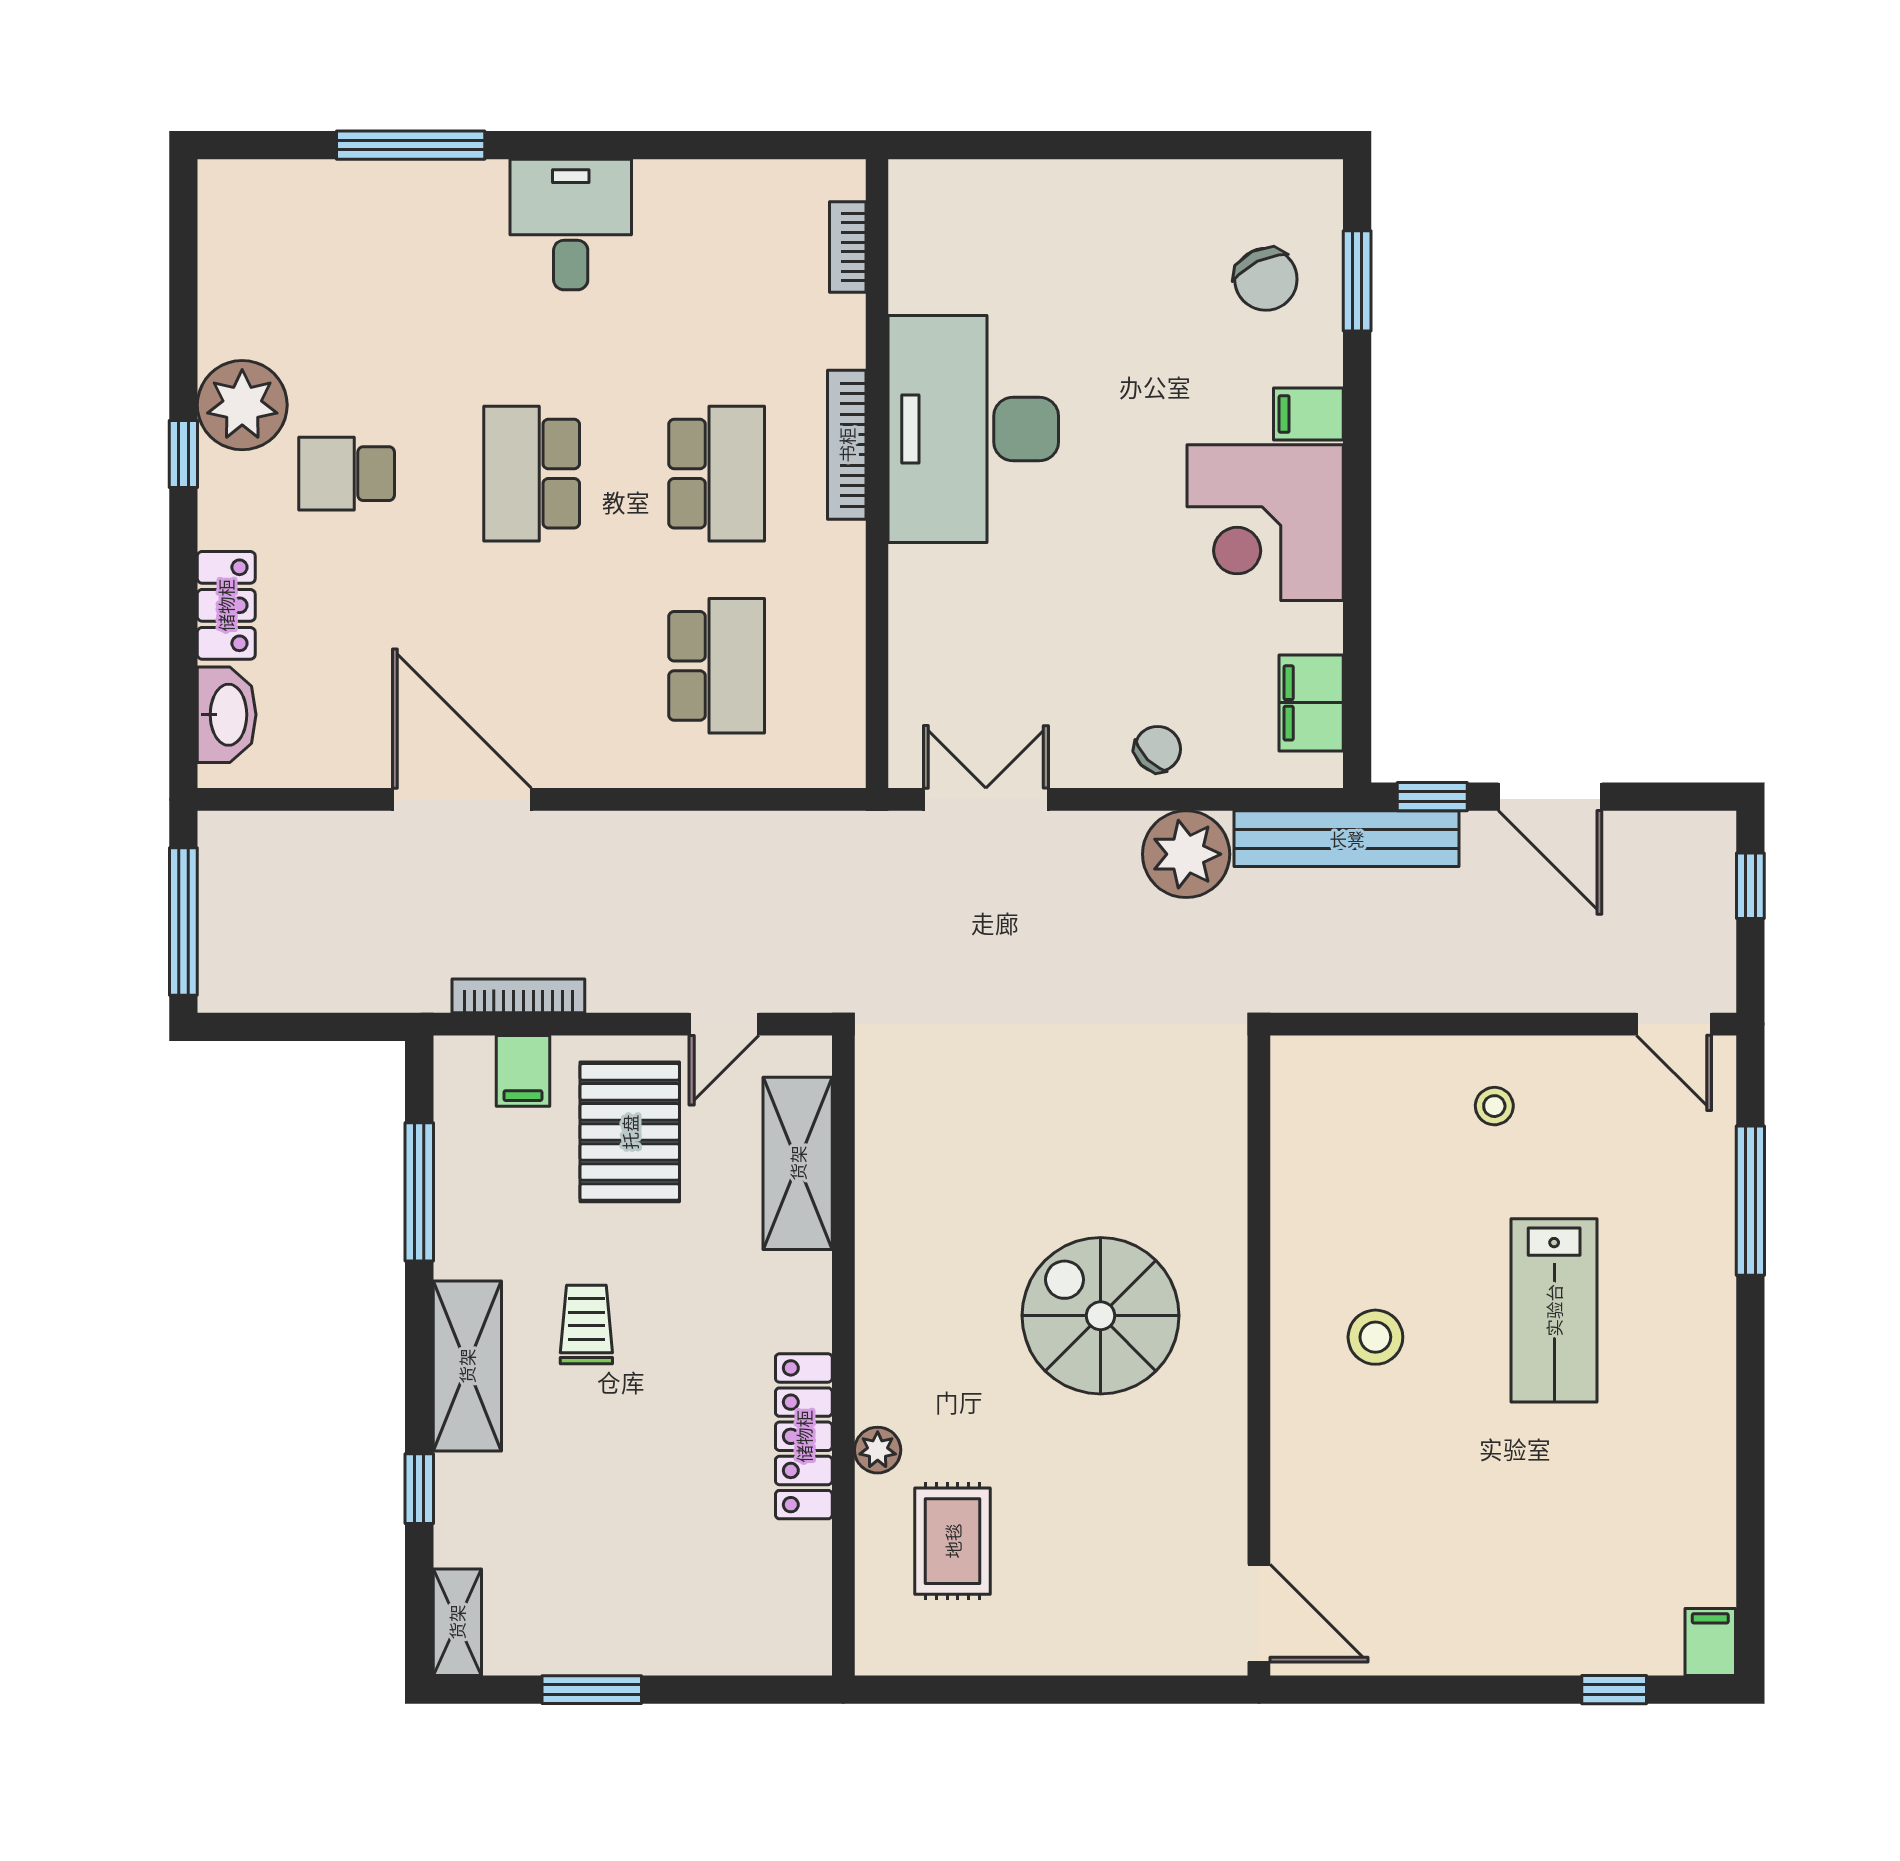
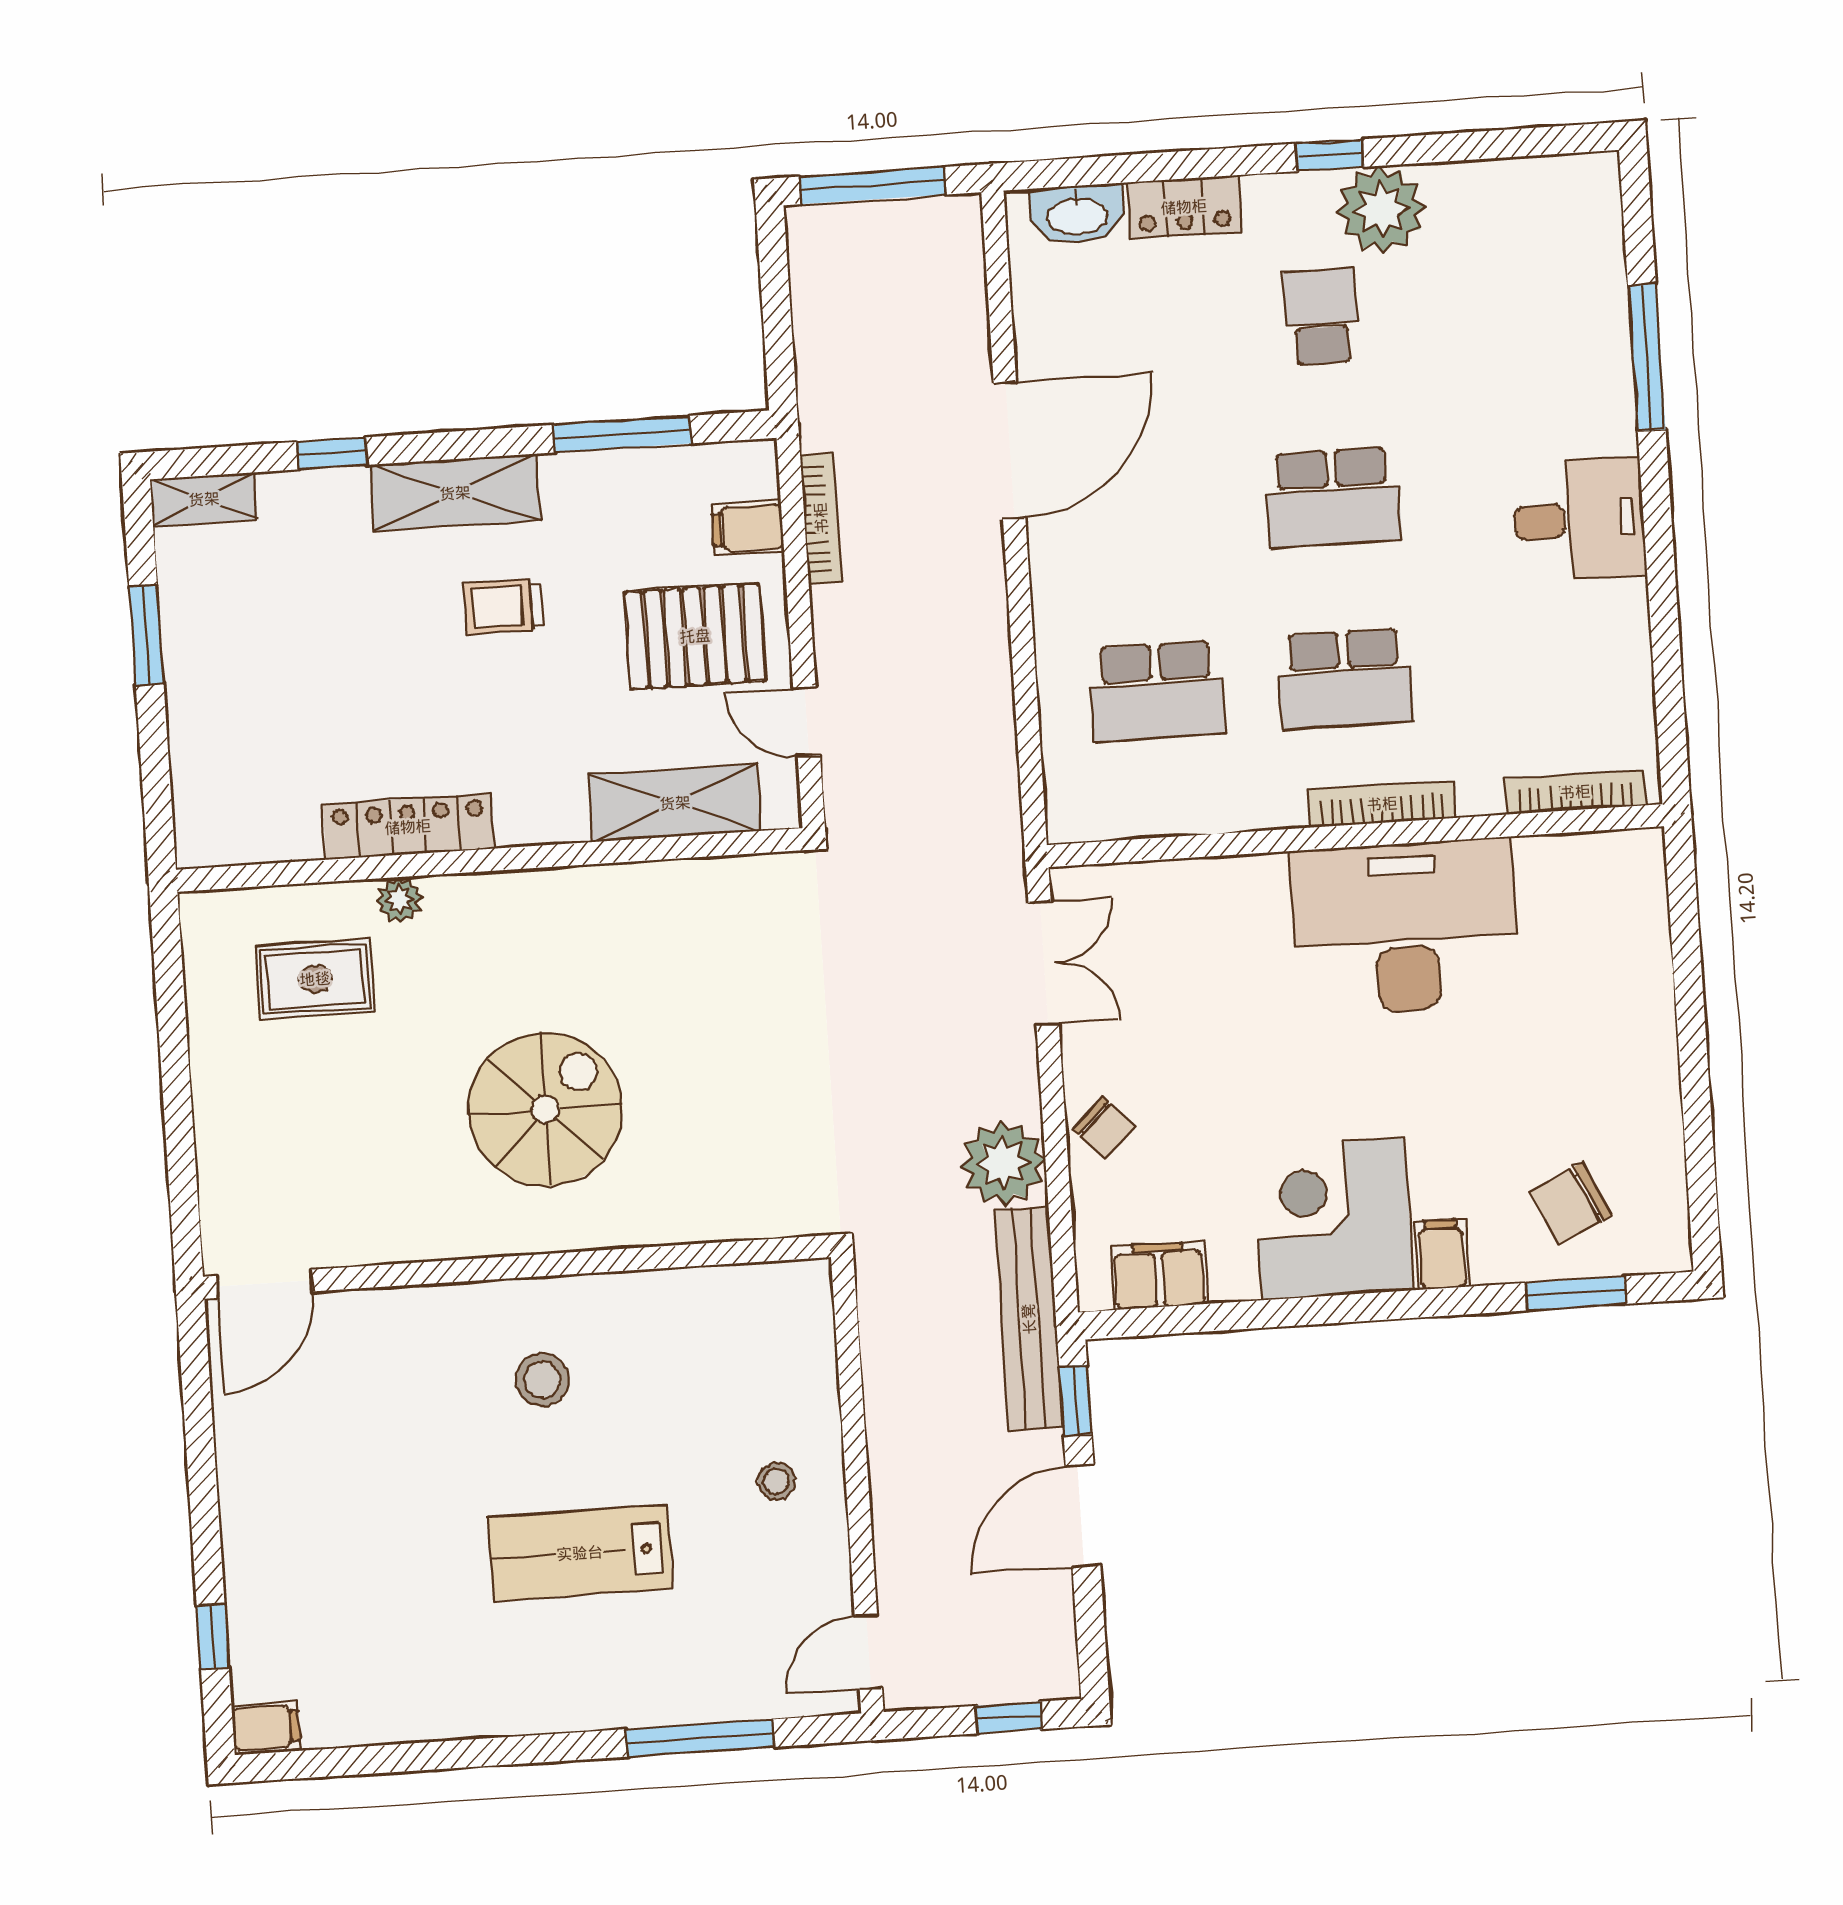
bookcase: (848, 247) -> (1575, 792), width x1.56
school desk: (532, 474) -> (1333, 497), turned 180
trolley: (586, 1324) -> (504, 606), turned 180

